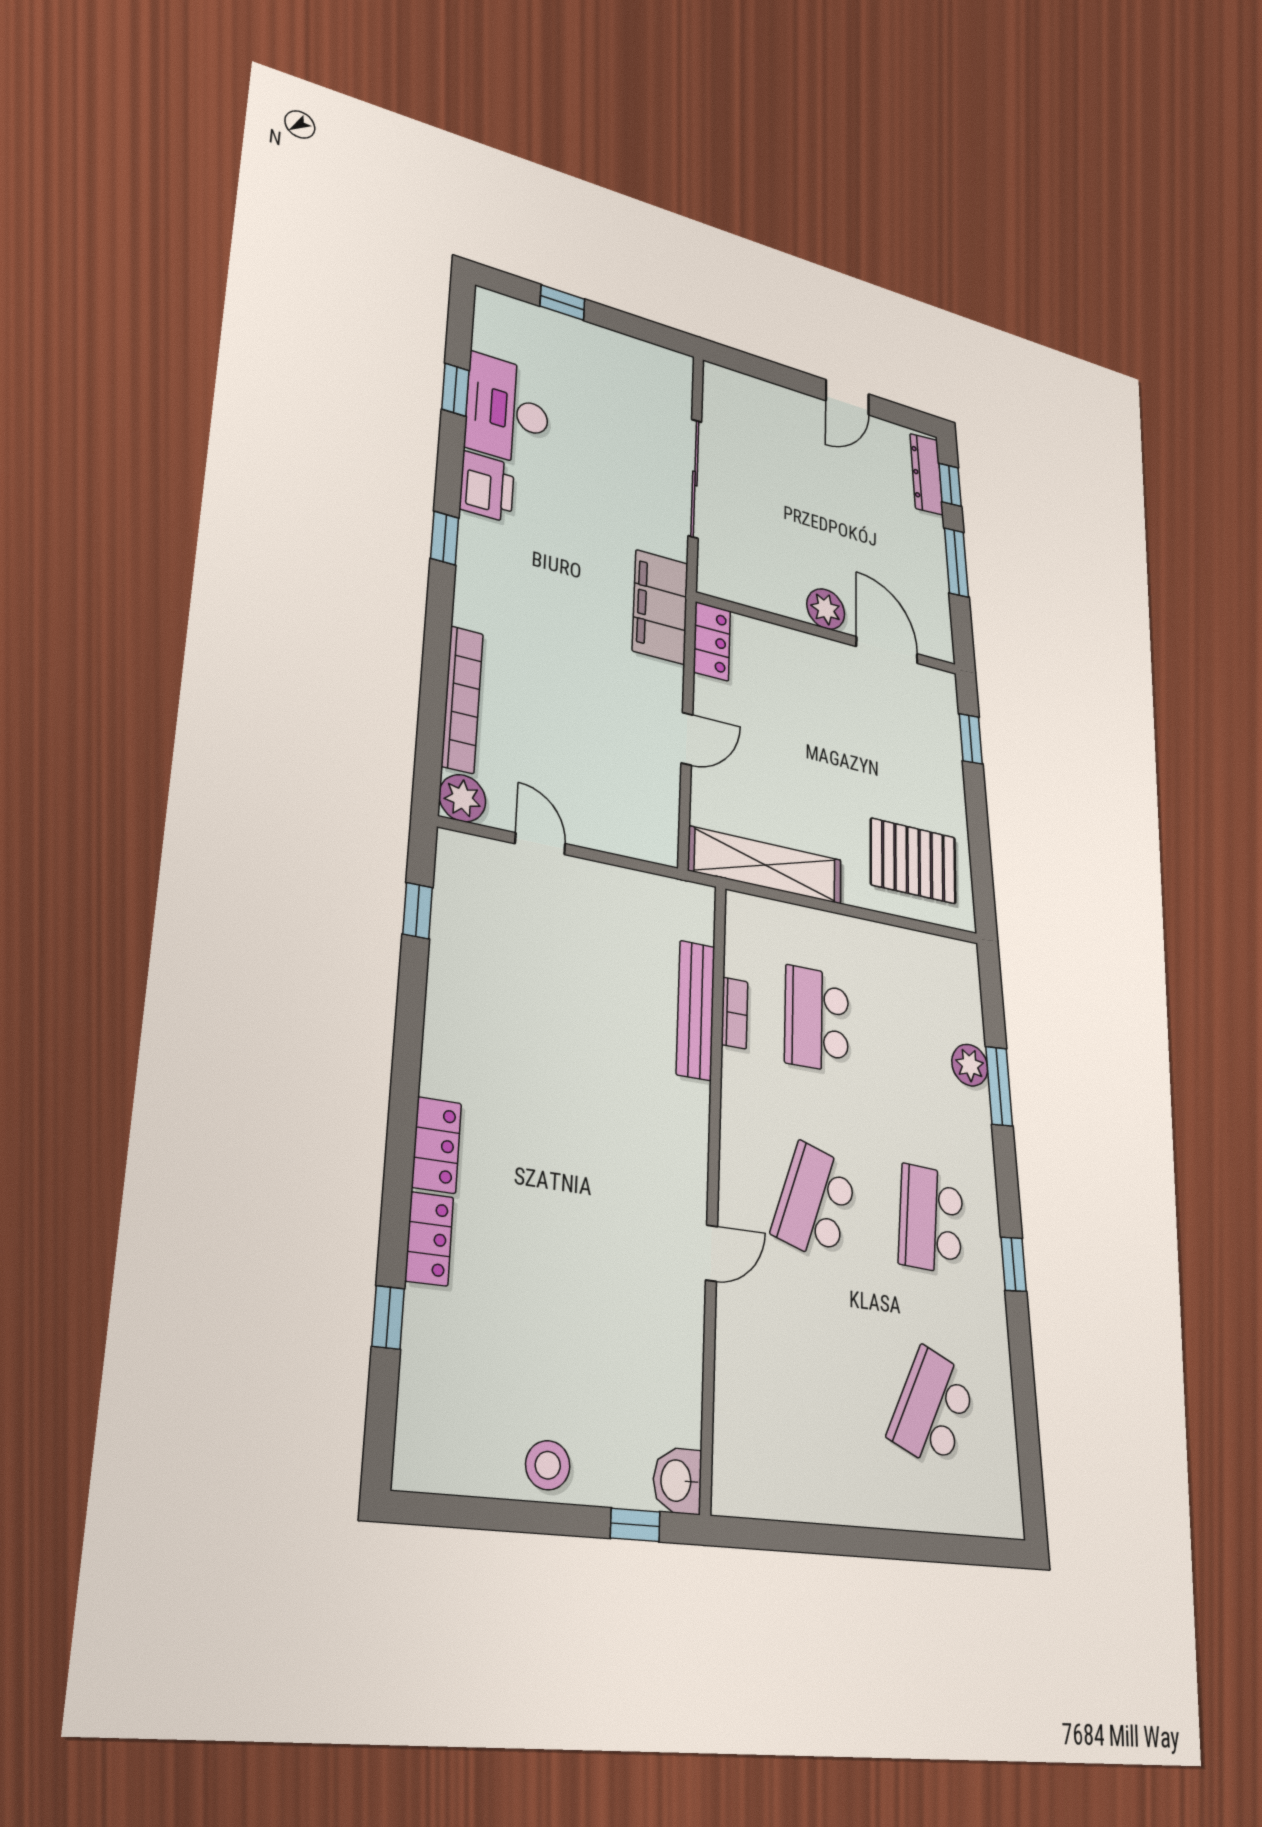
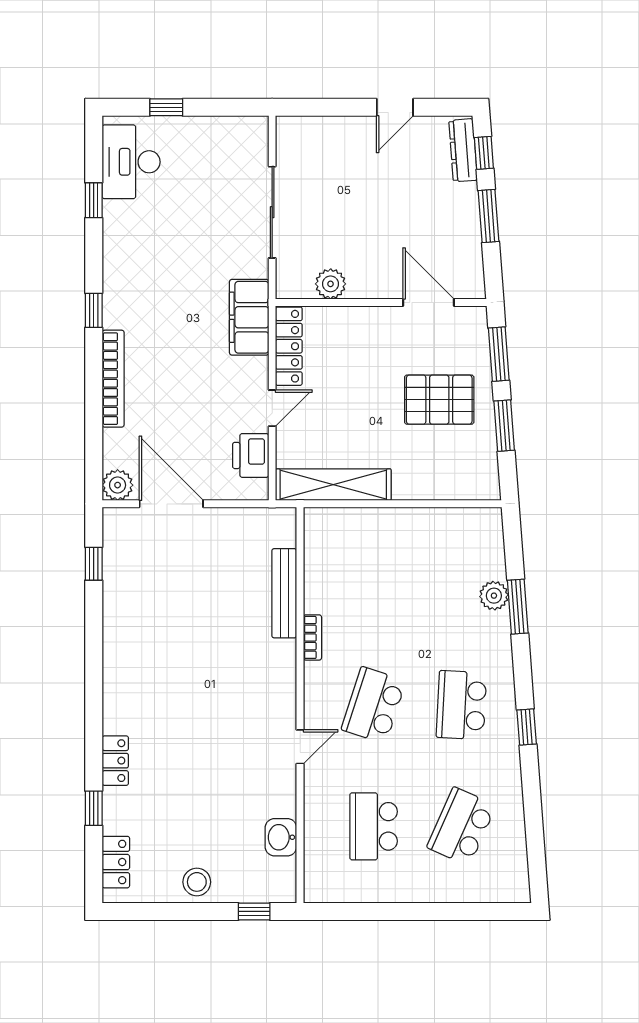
desk: (507, 410) -> (131, 162), moved
printer: (487, 487) -> (251, 455), moved, turned 180
plant: (826, 609) -> (331, 284), moved
locker: (712, 641) -> (289, 346), width x1.53
bookcase: (462, 699) -> (113, 379), moved
window: (971, 739) -> (499, 354), width x1.50
window: (979, 834) -> (504, 426), added
door: (540, 844) -> (171, 504), width x1.88
pallet: (913, 861) -> (439, 400), moved
bookcase: (735, 1013) -> (312, 637), moved
school desk: (817, 1019) -> (374, 826), moved
locker: (437, 1145) -> (116, 862), moved
washbasin: (677, 1481) -> (281, 837), moved

